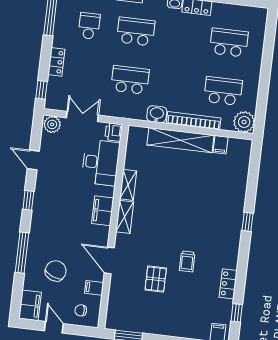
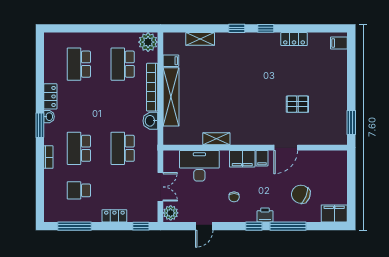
double door: (82, 116) -> (160, 187), swing flipped
printer: (114, 132) -> (265, 215), moved, turned 180
window: (28, 200) -> (254, 226), moved
shelving: (125, 217) -> (200, 39), moved
trolley: (187, 261) -> (278, 78), removed
filing cabinet: (94, 288) -> (262, 158), moved
chair: (81, 310) -> (234, 197), moved
window: (237, 313) -> (266, 28), moved
door: (54, 327) -> (351, 190), removed

